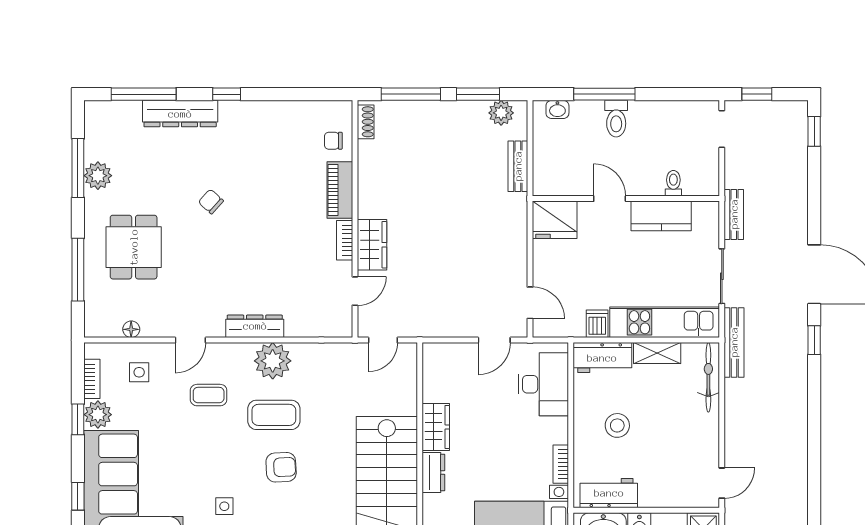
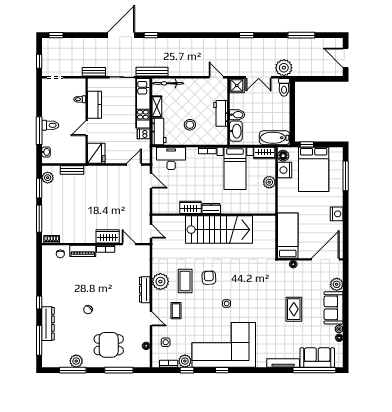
workbench: (609, 493) -> (221, 113), moved

